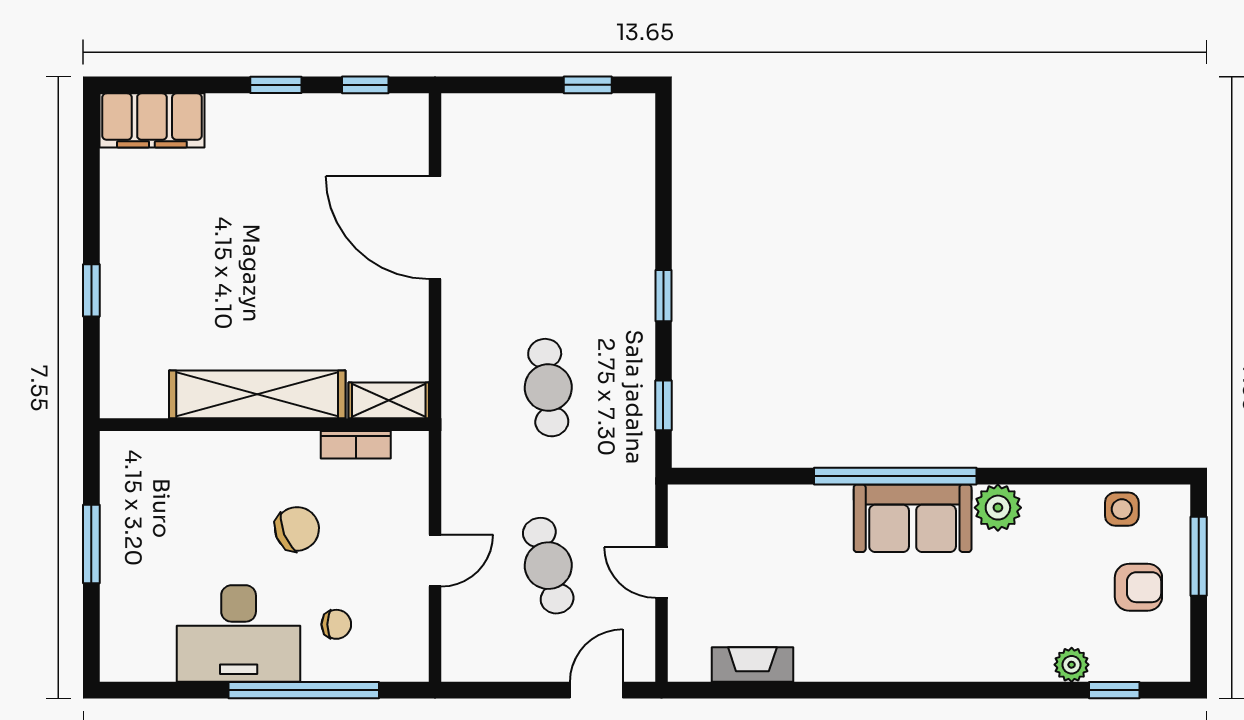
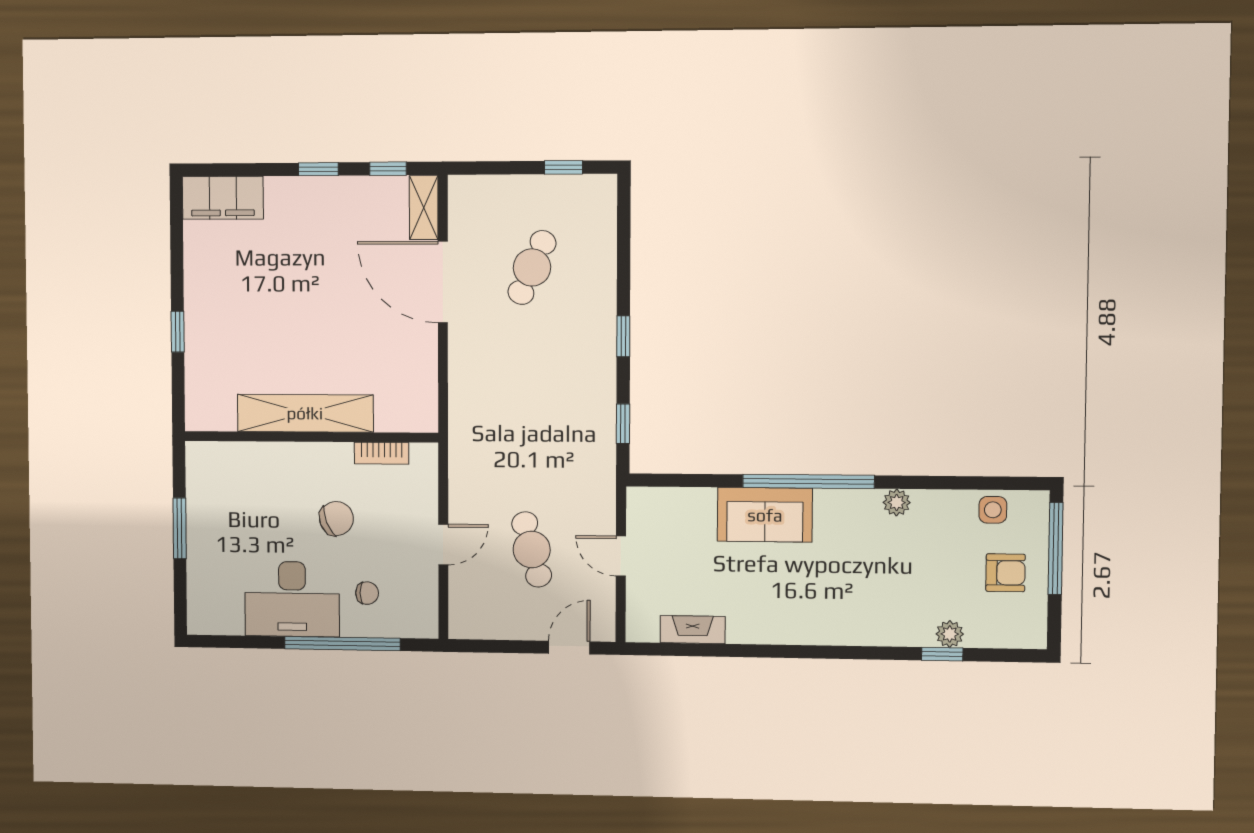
cafe table: (548, 388) -> (532, 267), moved, turned 30
shelving: (389, 400) -> (424, 208), moved, turned 90
plant: (998, 508) -> (897, 502), width x0.73, depth x0.73
sofa: (913, 518) -> (765, 515), moved
window: (1199, 556) -> (1056, 548), width x1.44
window: (1114, 690) -> (942, 654), moved

